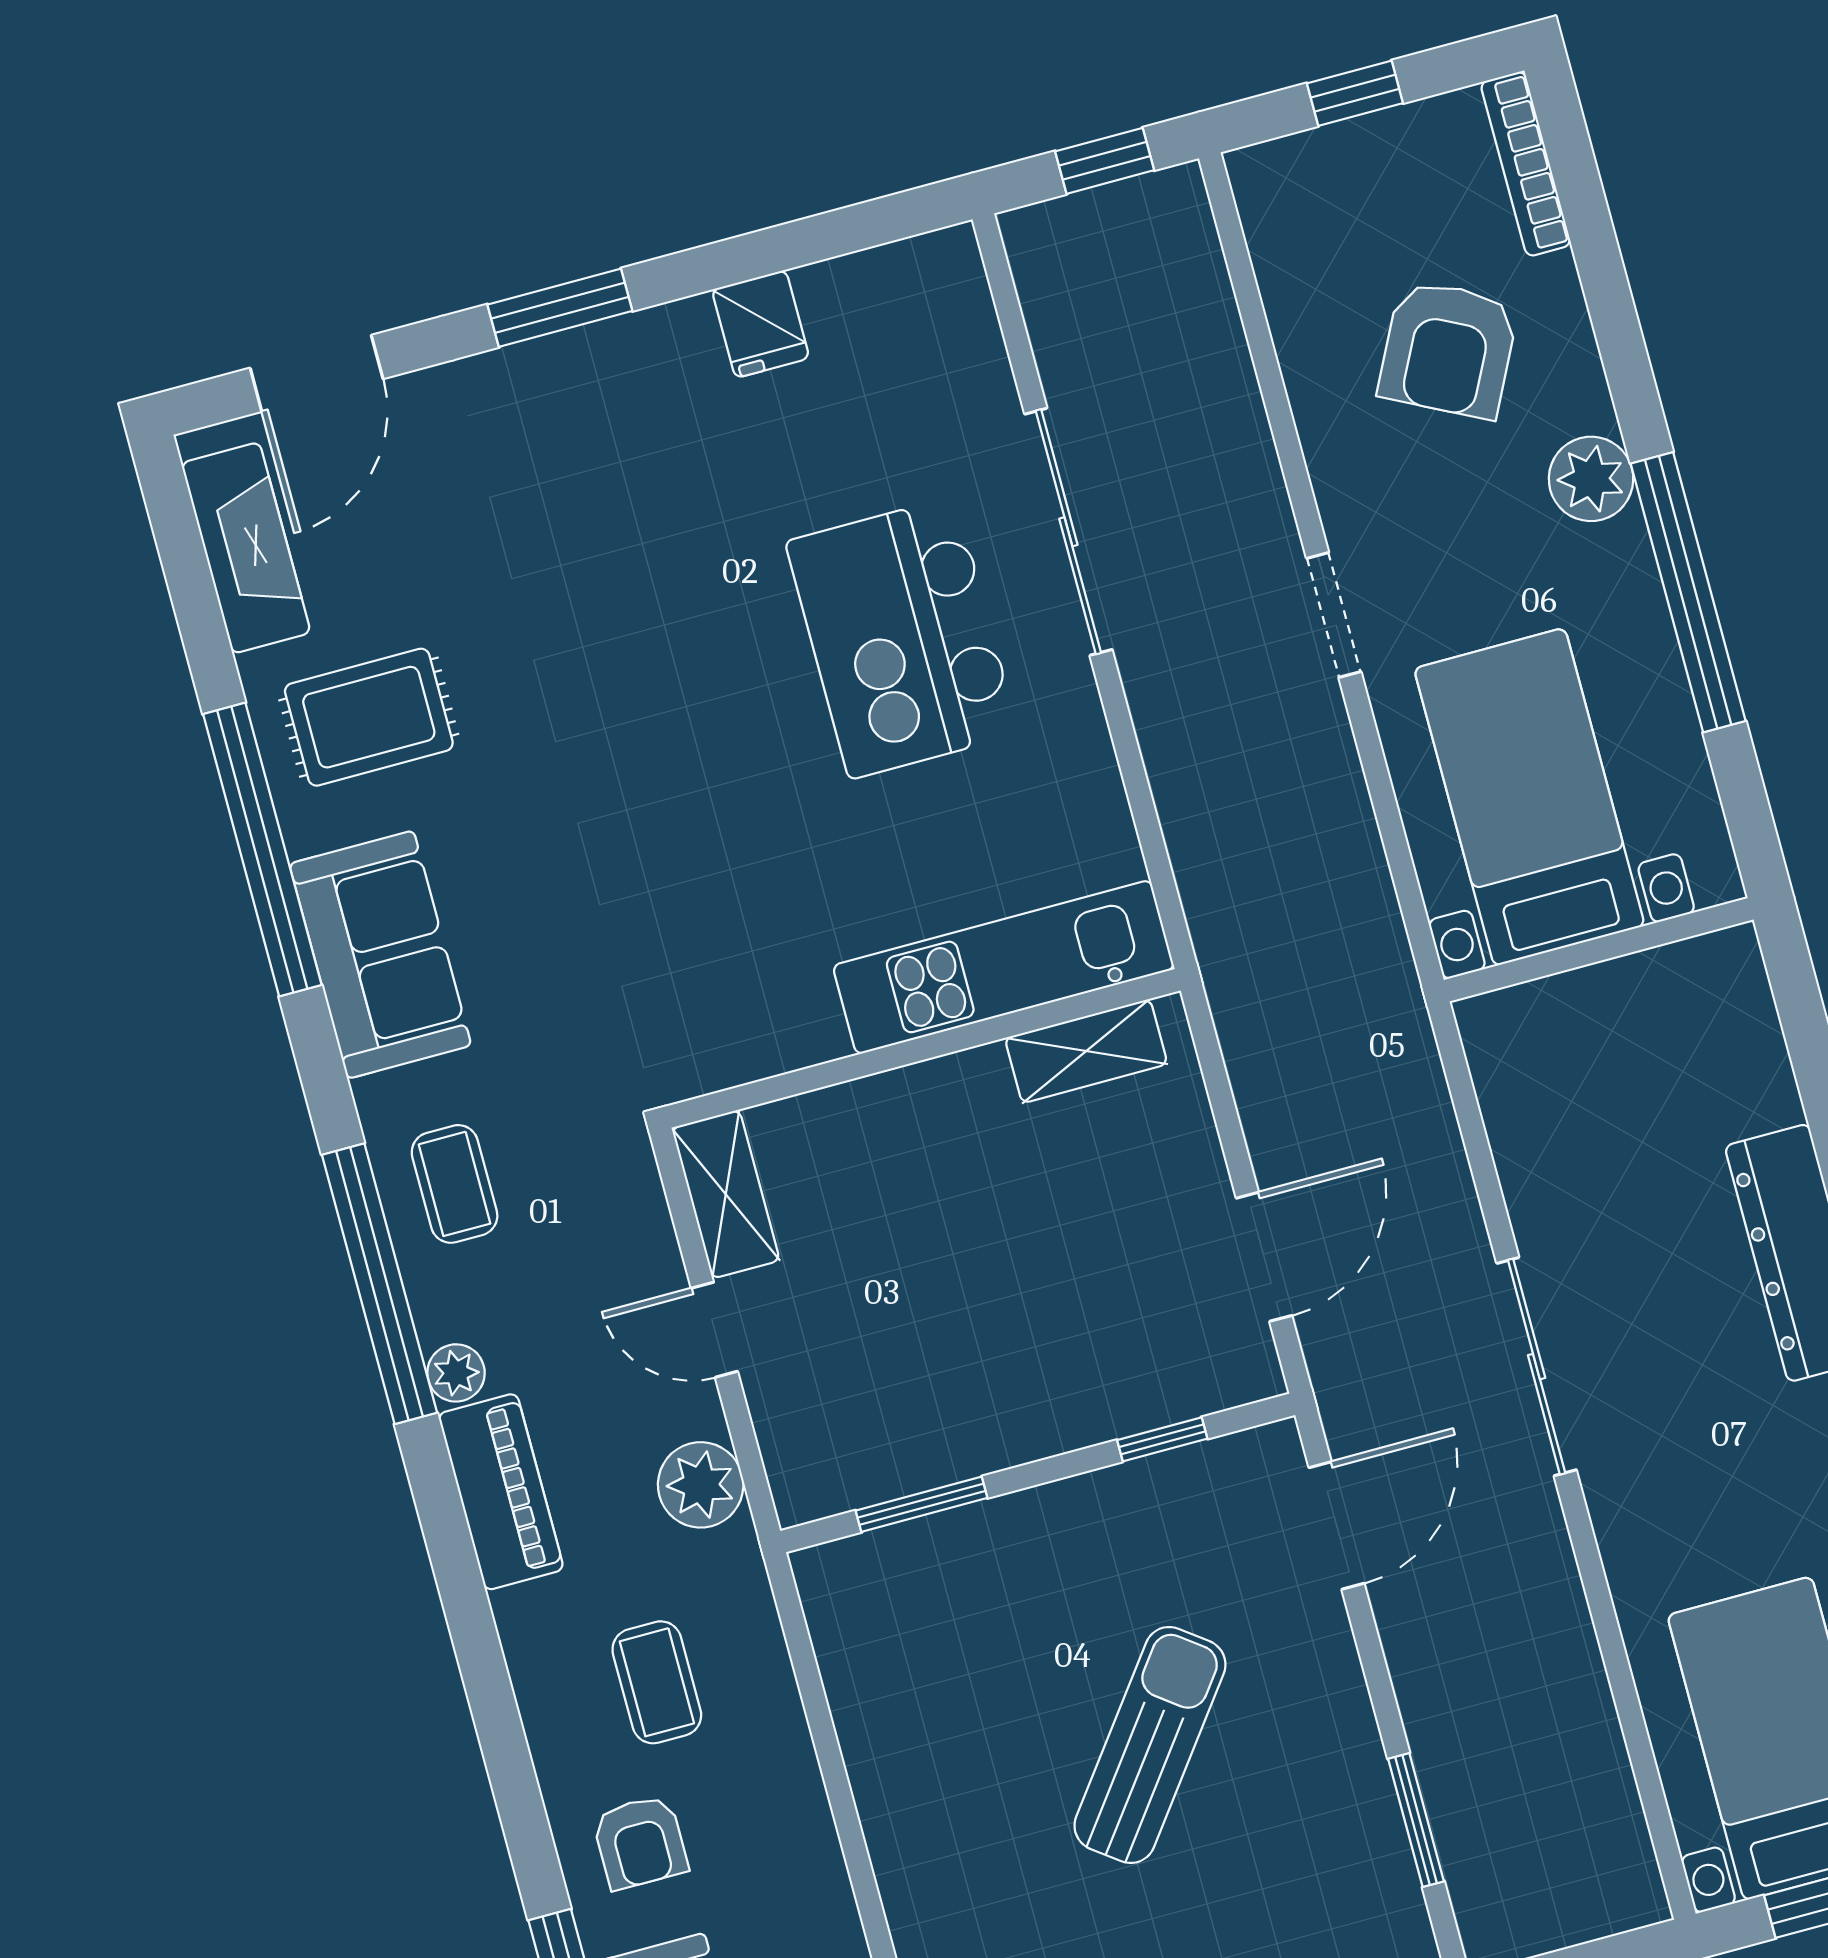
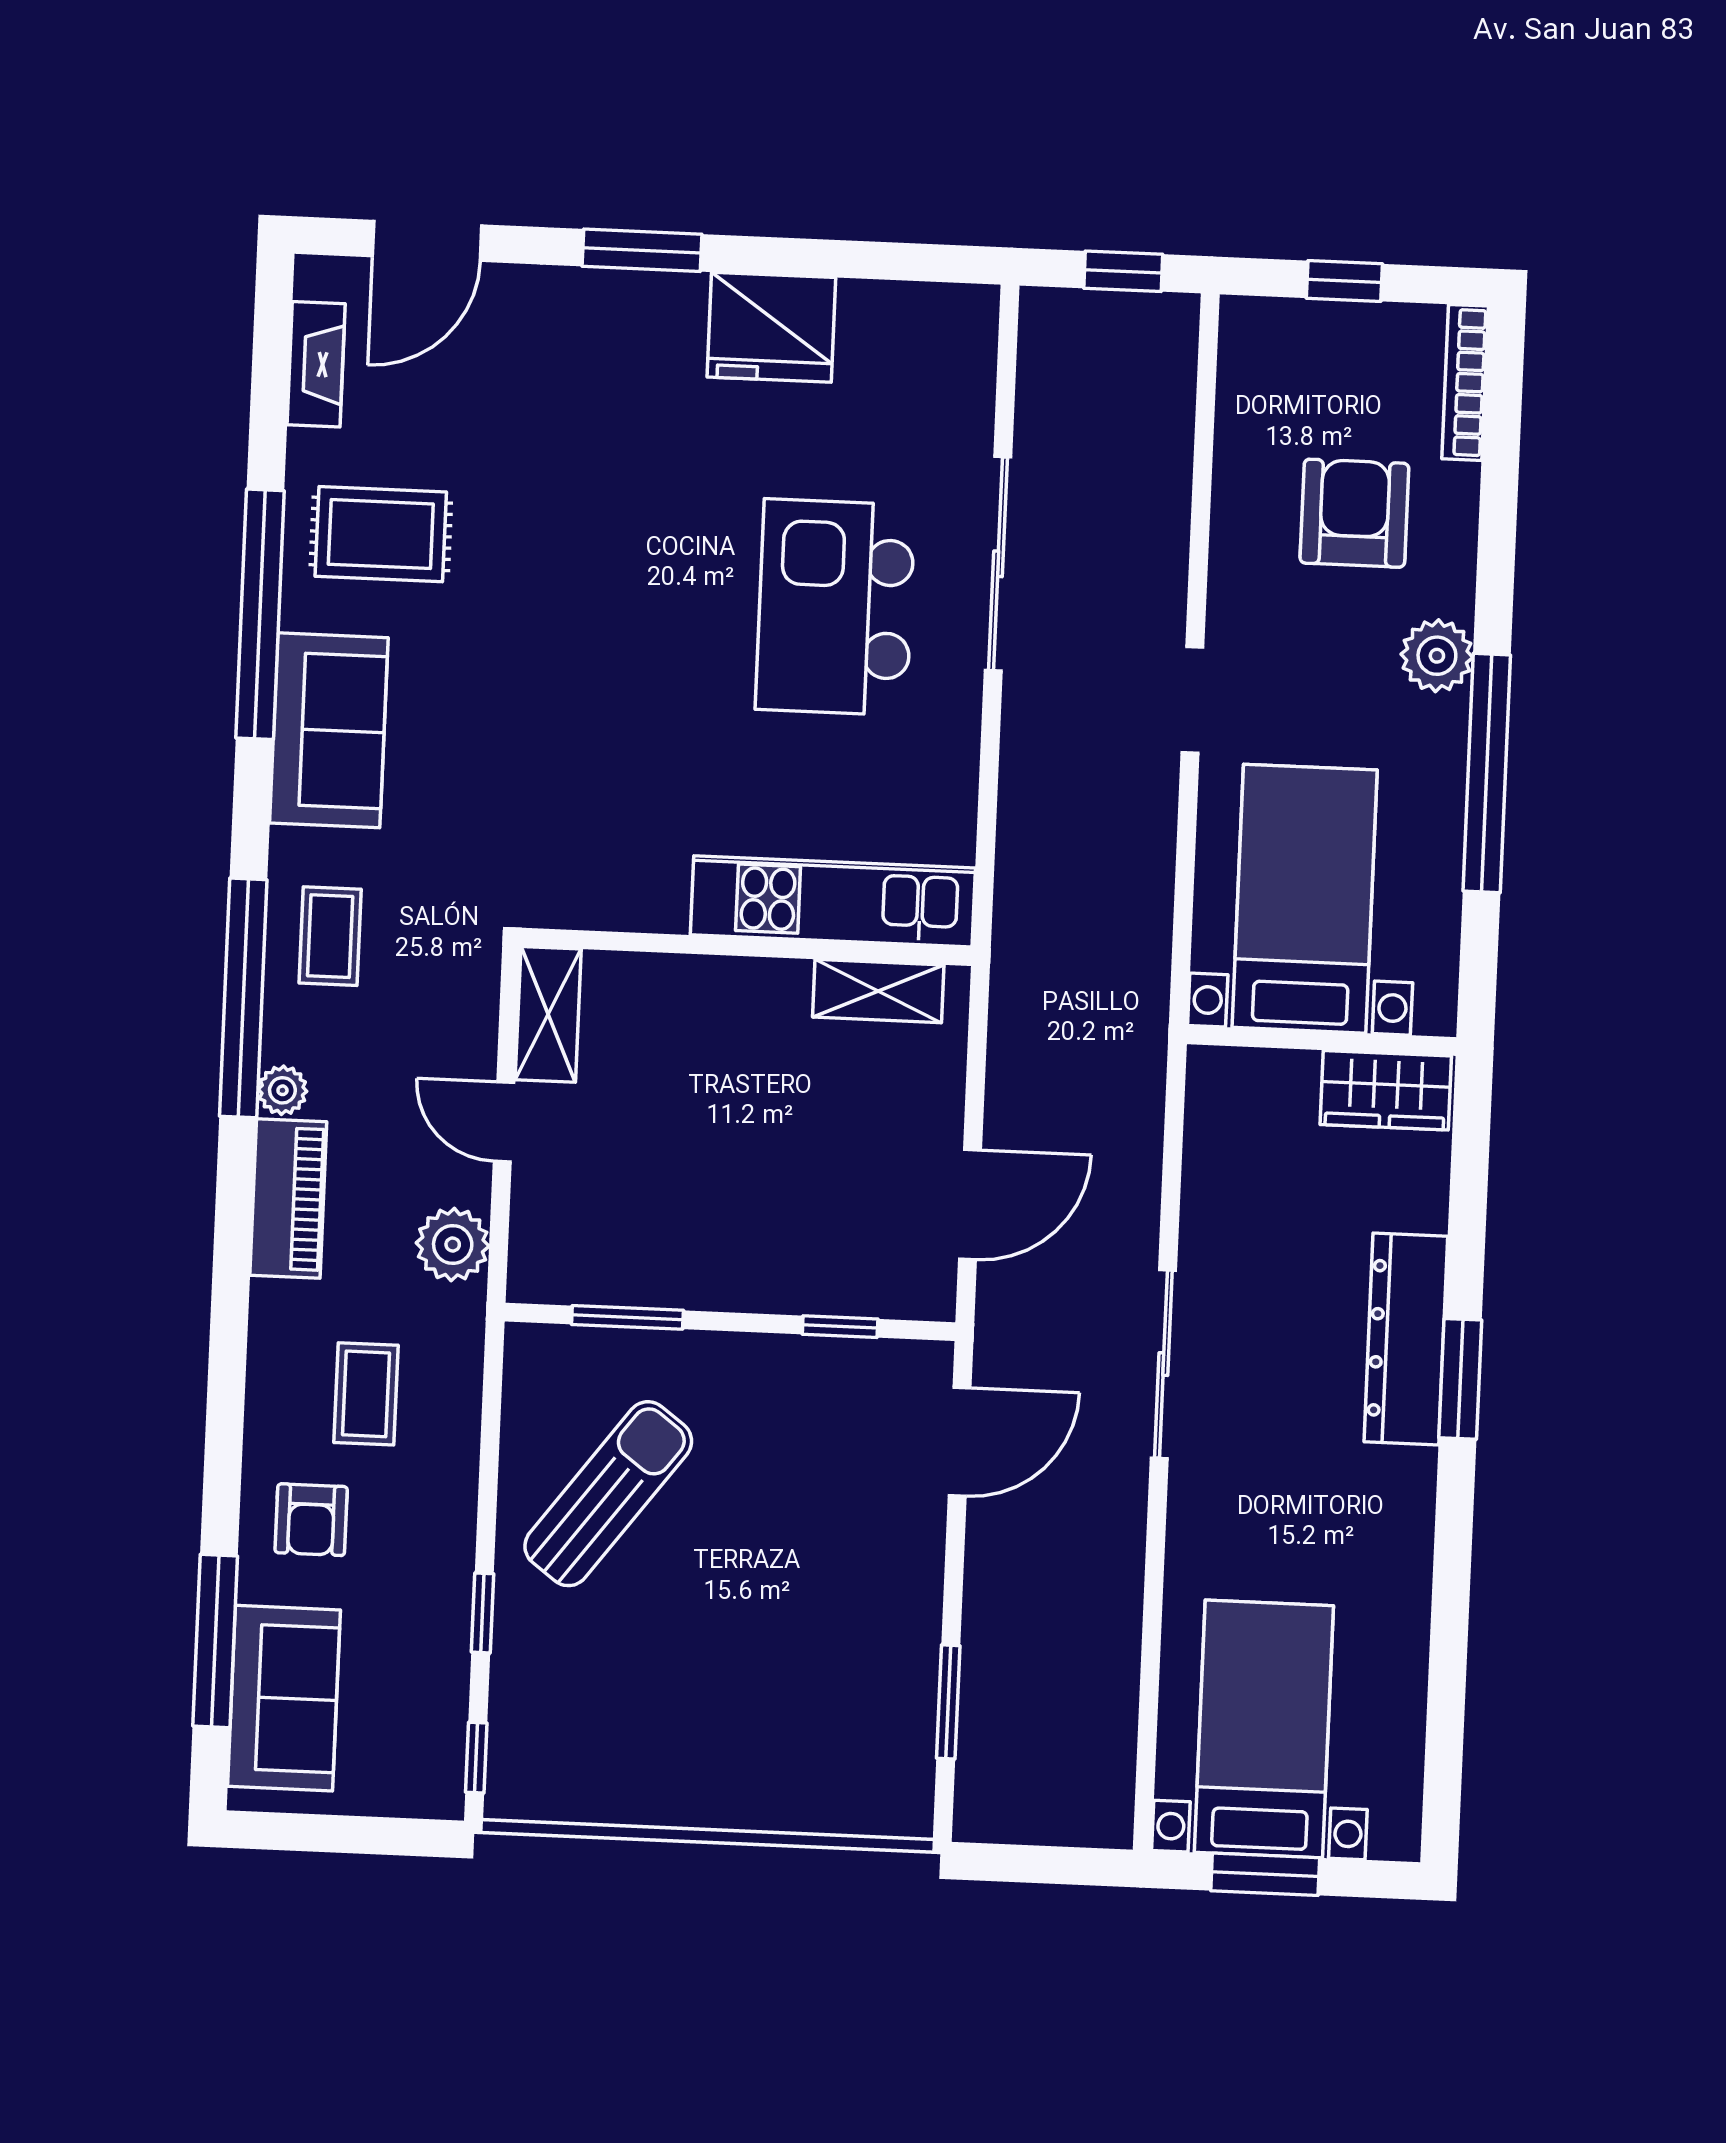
fridge: (761, 324) -> (771, 327), width x1.88, depth x1.34
armchair: (1448, 349) -> (1354, 513), turned 153
fireplace: (246, 548) -> (316, 364), width x0.73, depth x0.76
wardrobe: (1688, 982) -> (1386, 1090), added
sun lounger: (1150, 1745) -> (608, 1494), moved
window: (864, 1886) -> (483, 1613), added

